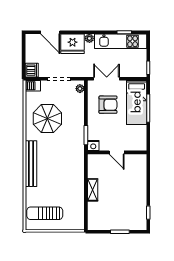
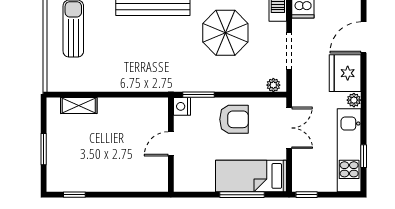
armchair: (108, 105) -> (234, 119), moved, turned -90
shelving: (93, 190) -> (79, 105), moved

